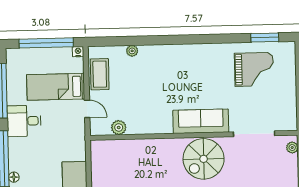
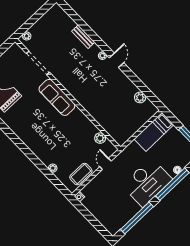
window: (46, 43) -> (90, 218), removed
bed: (56, 87) -> (109, 191), removed
desk: (24, 121) -> (147, 182), width x1.87, depth x1.30
spiral stairs: (204, 159) -> (76, 78), removed

